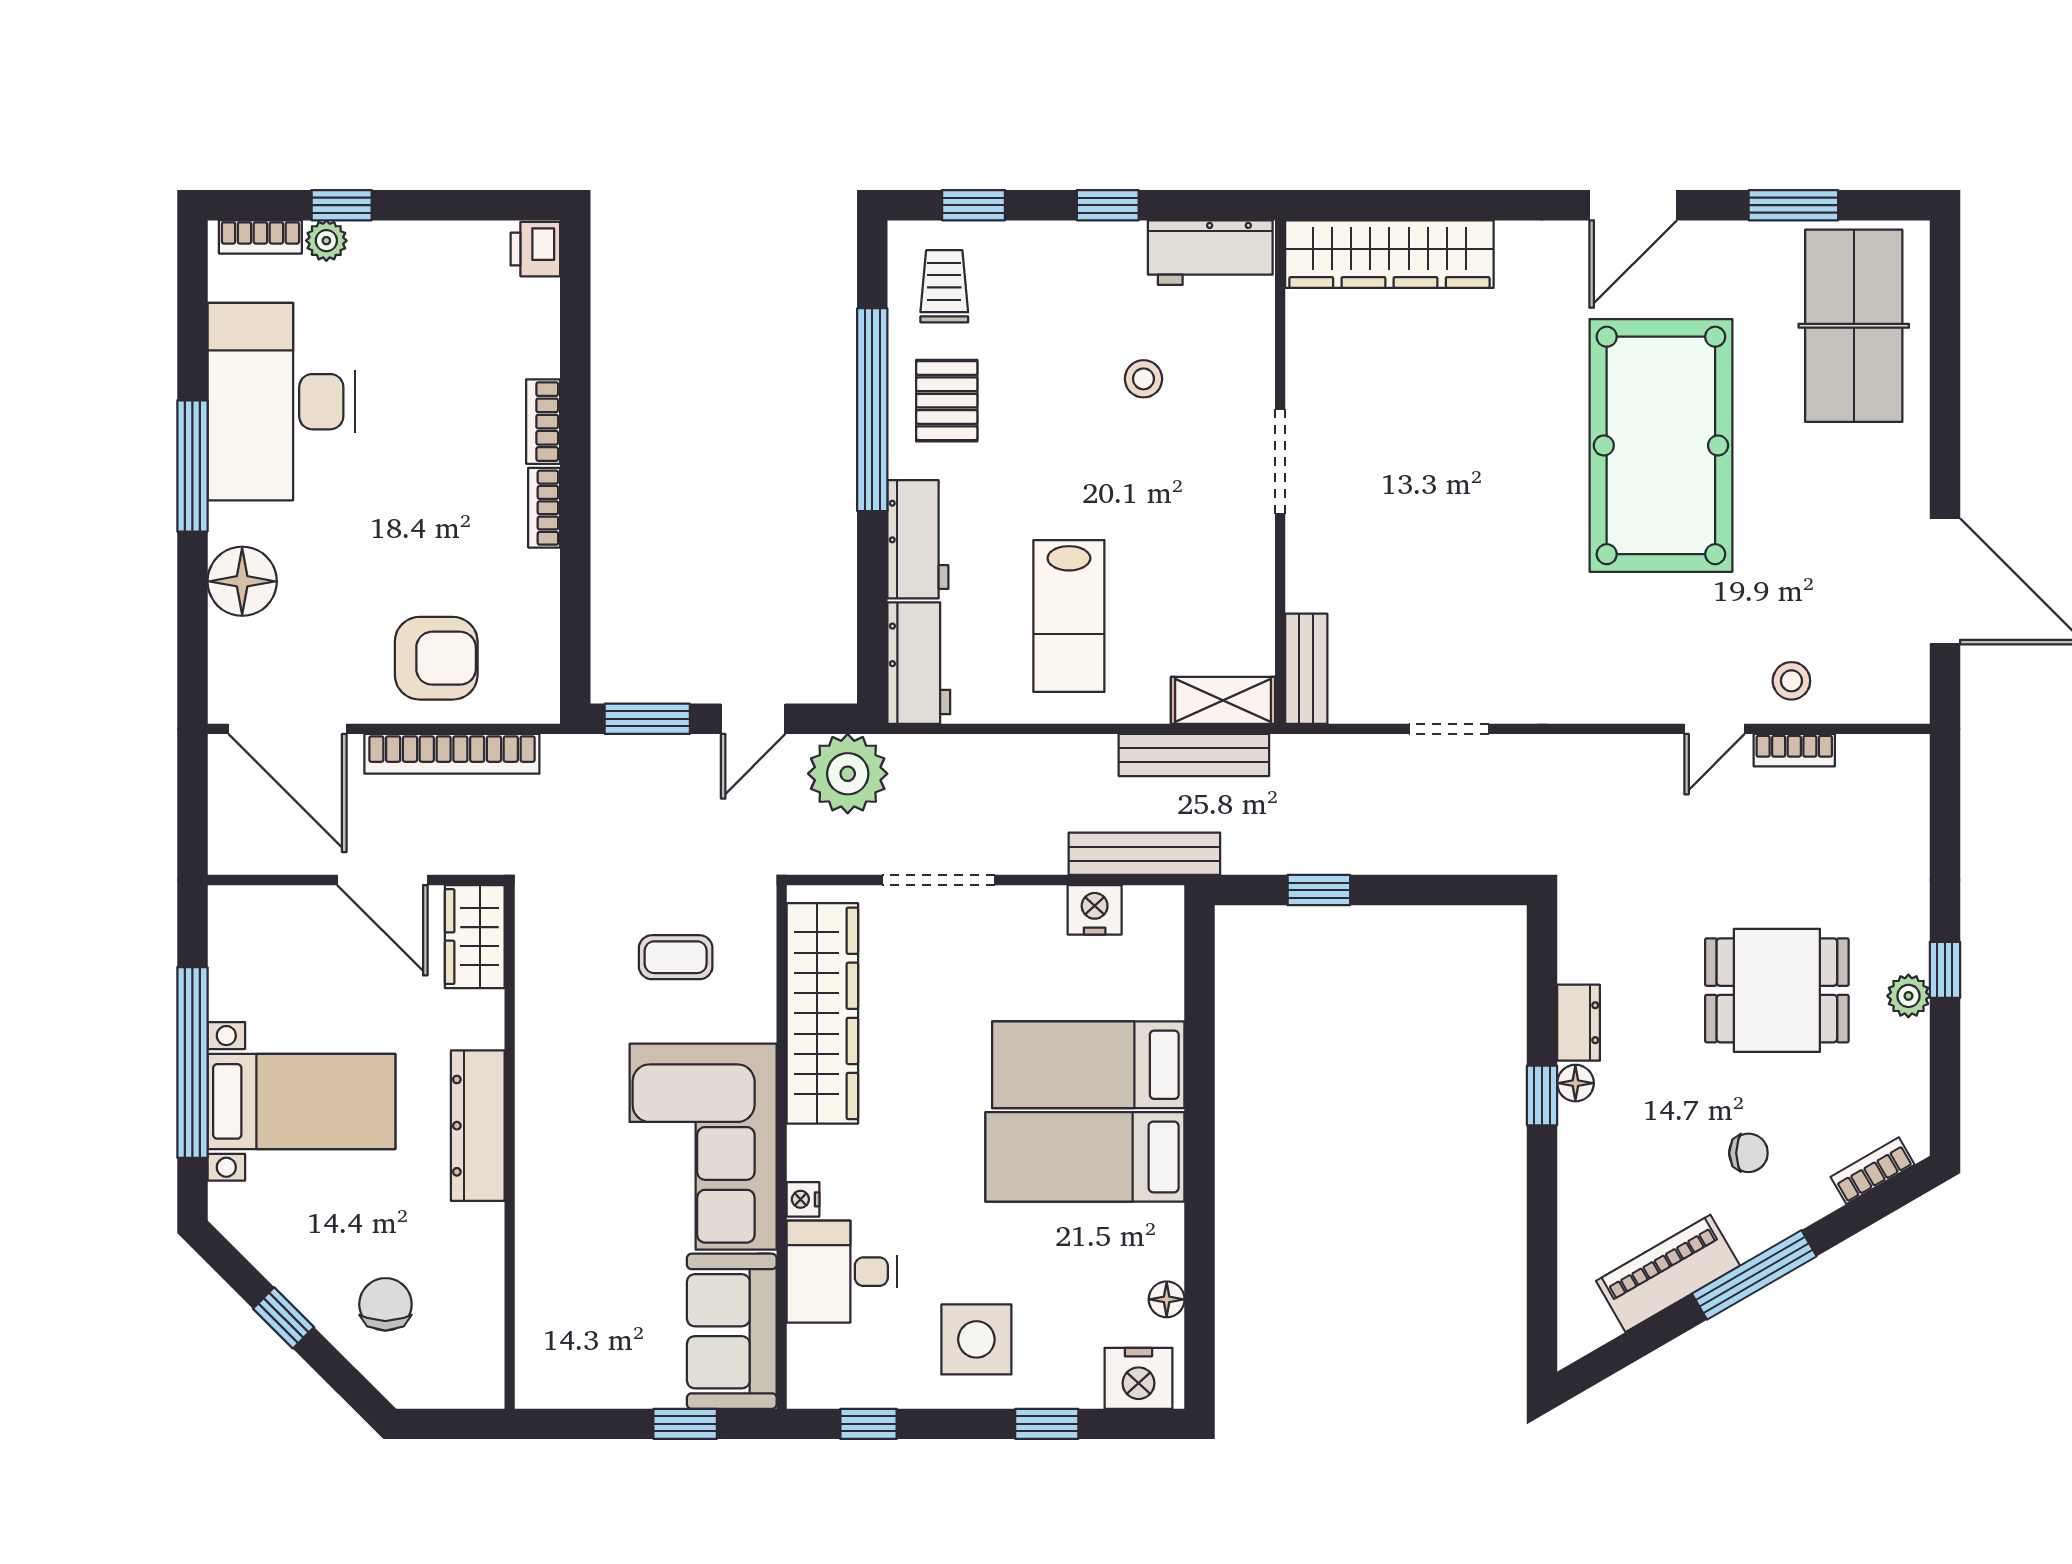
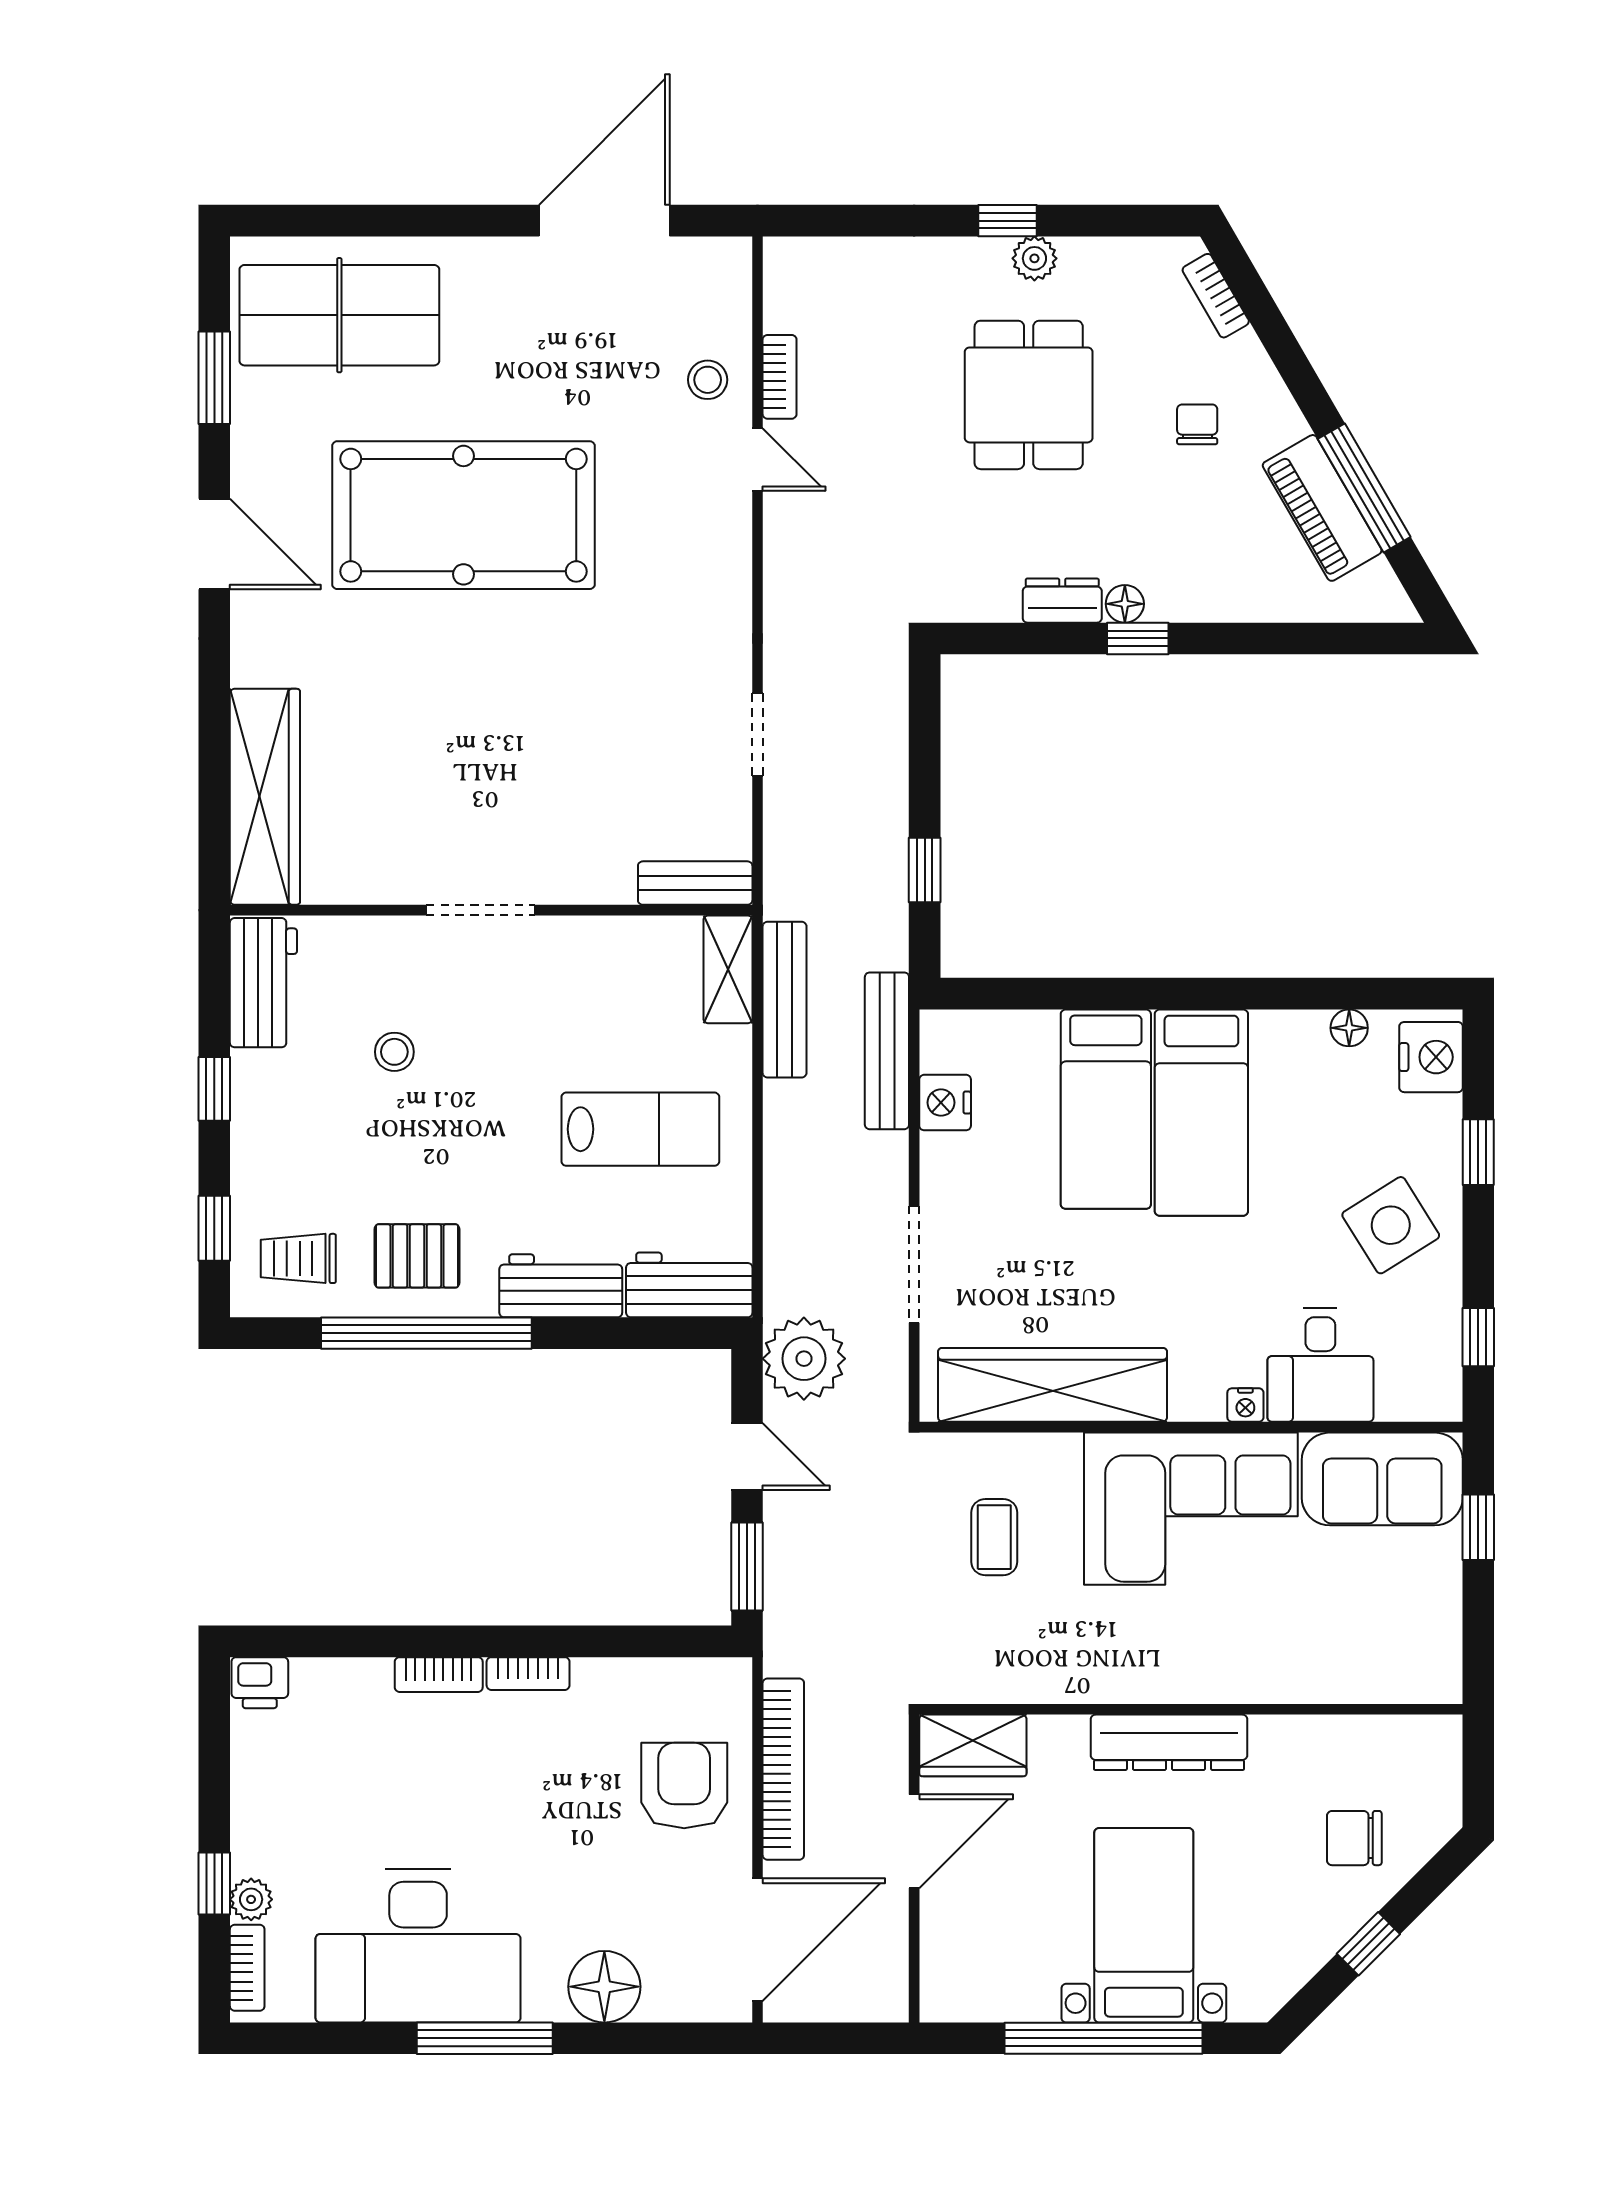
window: (1754, 1275) -> (1364, 488), moved
side table: (976, 1339) -> (1391, 1225), turned -32

